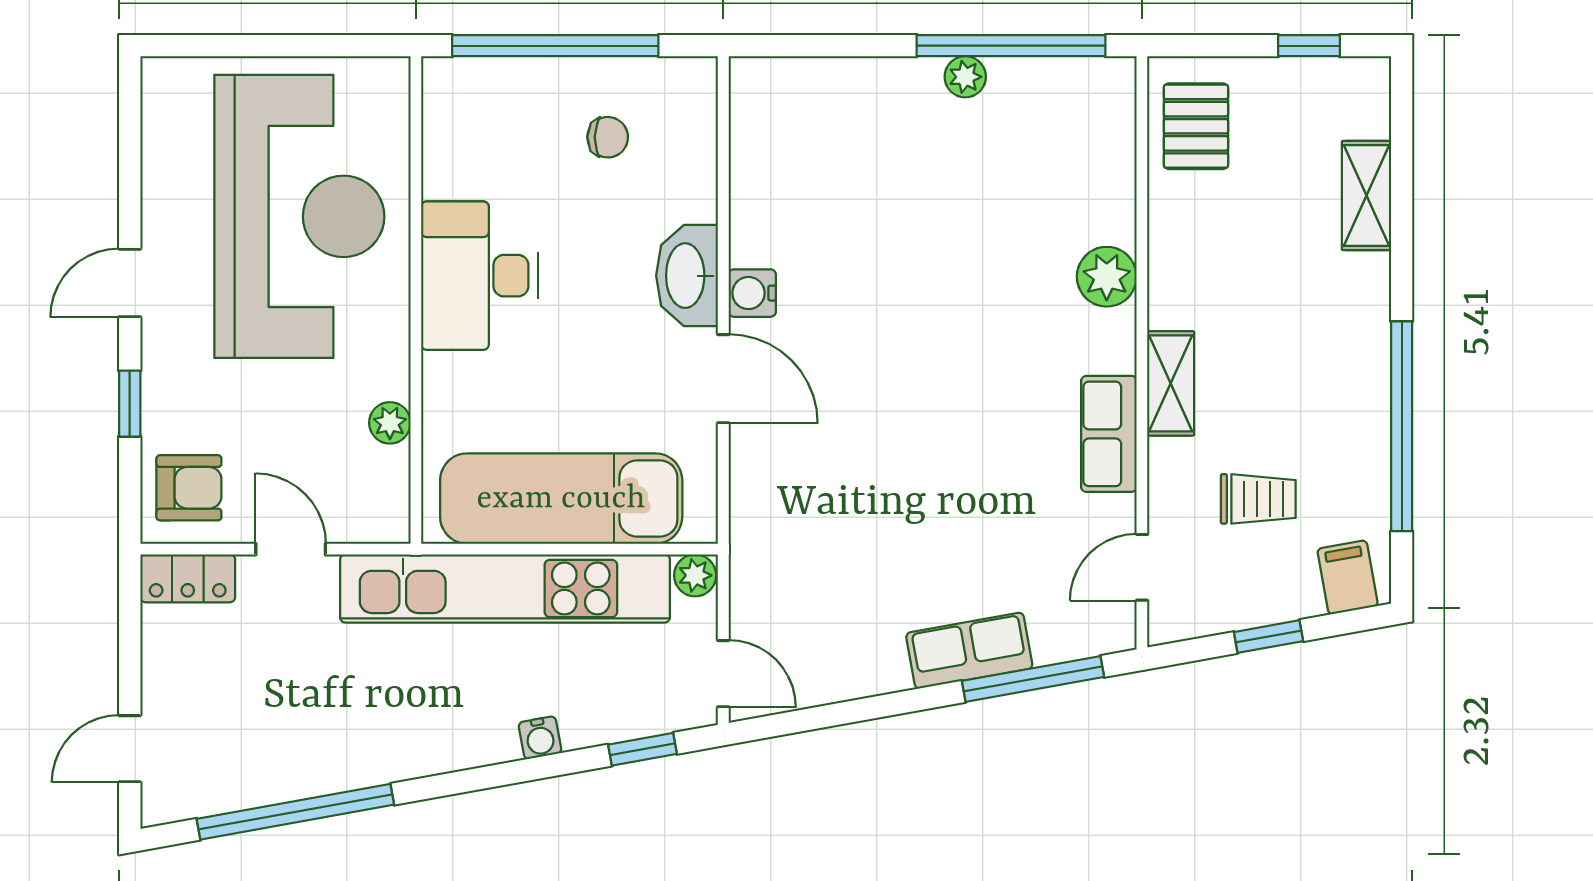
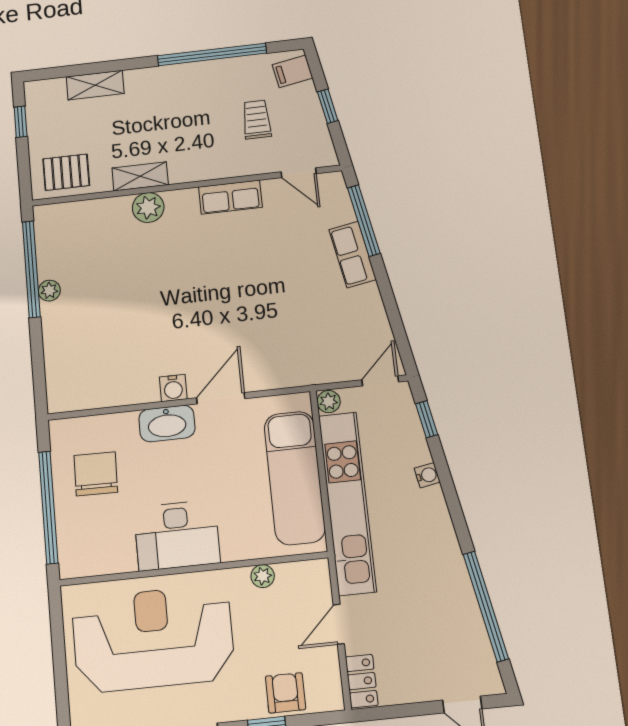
chair: (608, 137) -> (96, 474), width x1.87, depth x1.87
shelving: (1171, 383) -> (140, 176), moved
armchair: (189, 488) -> (285, 693), moved

